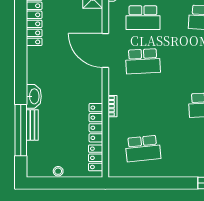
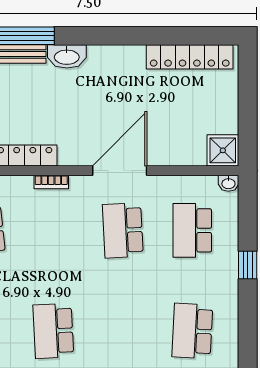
door: (105, 50) -> (120, 171), moved

